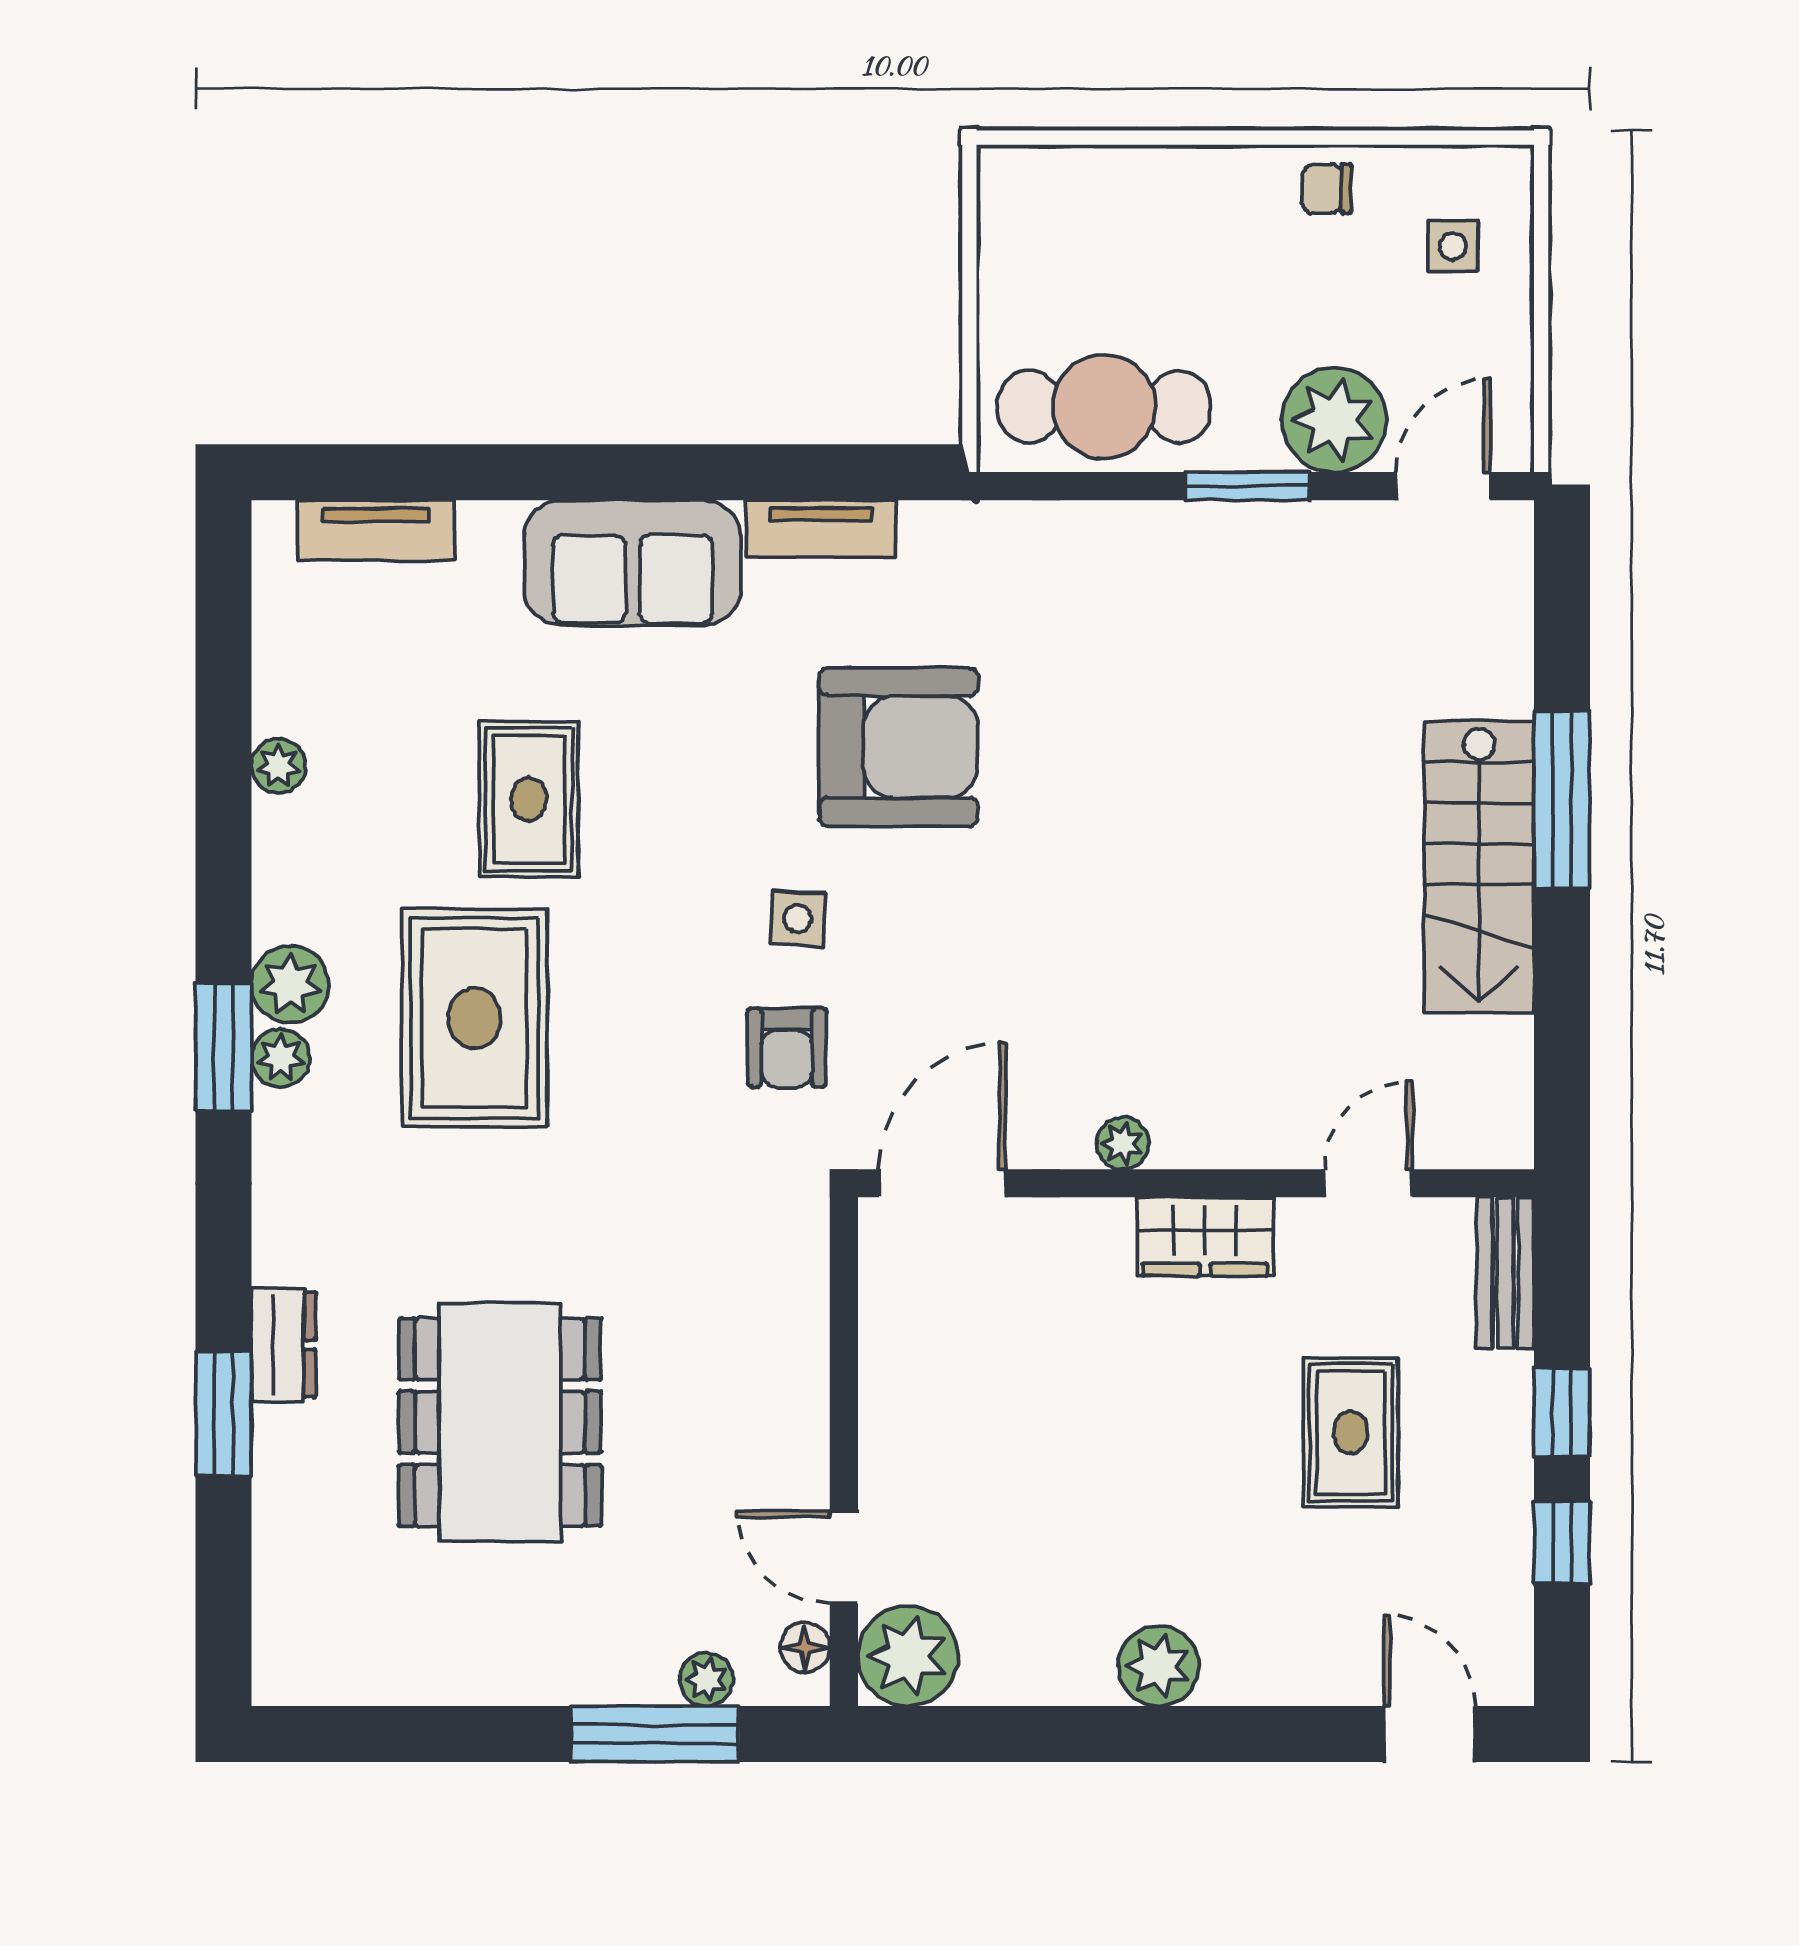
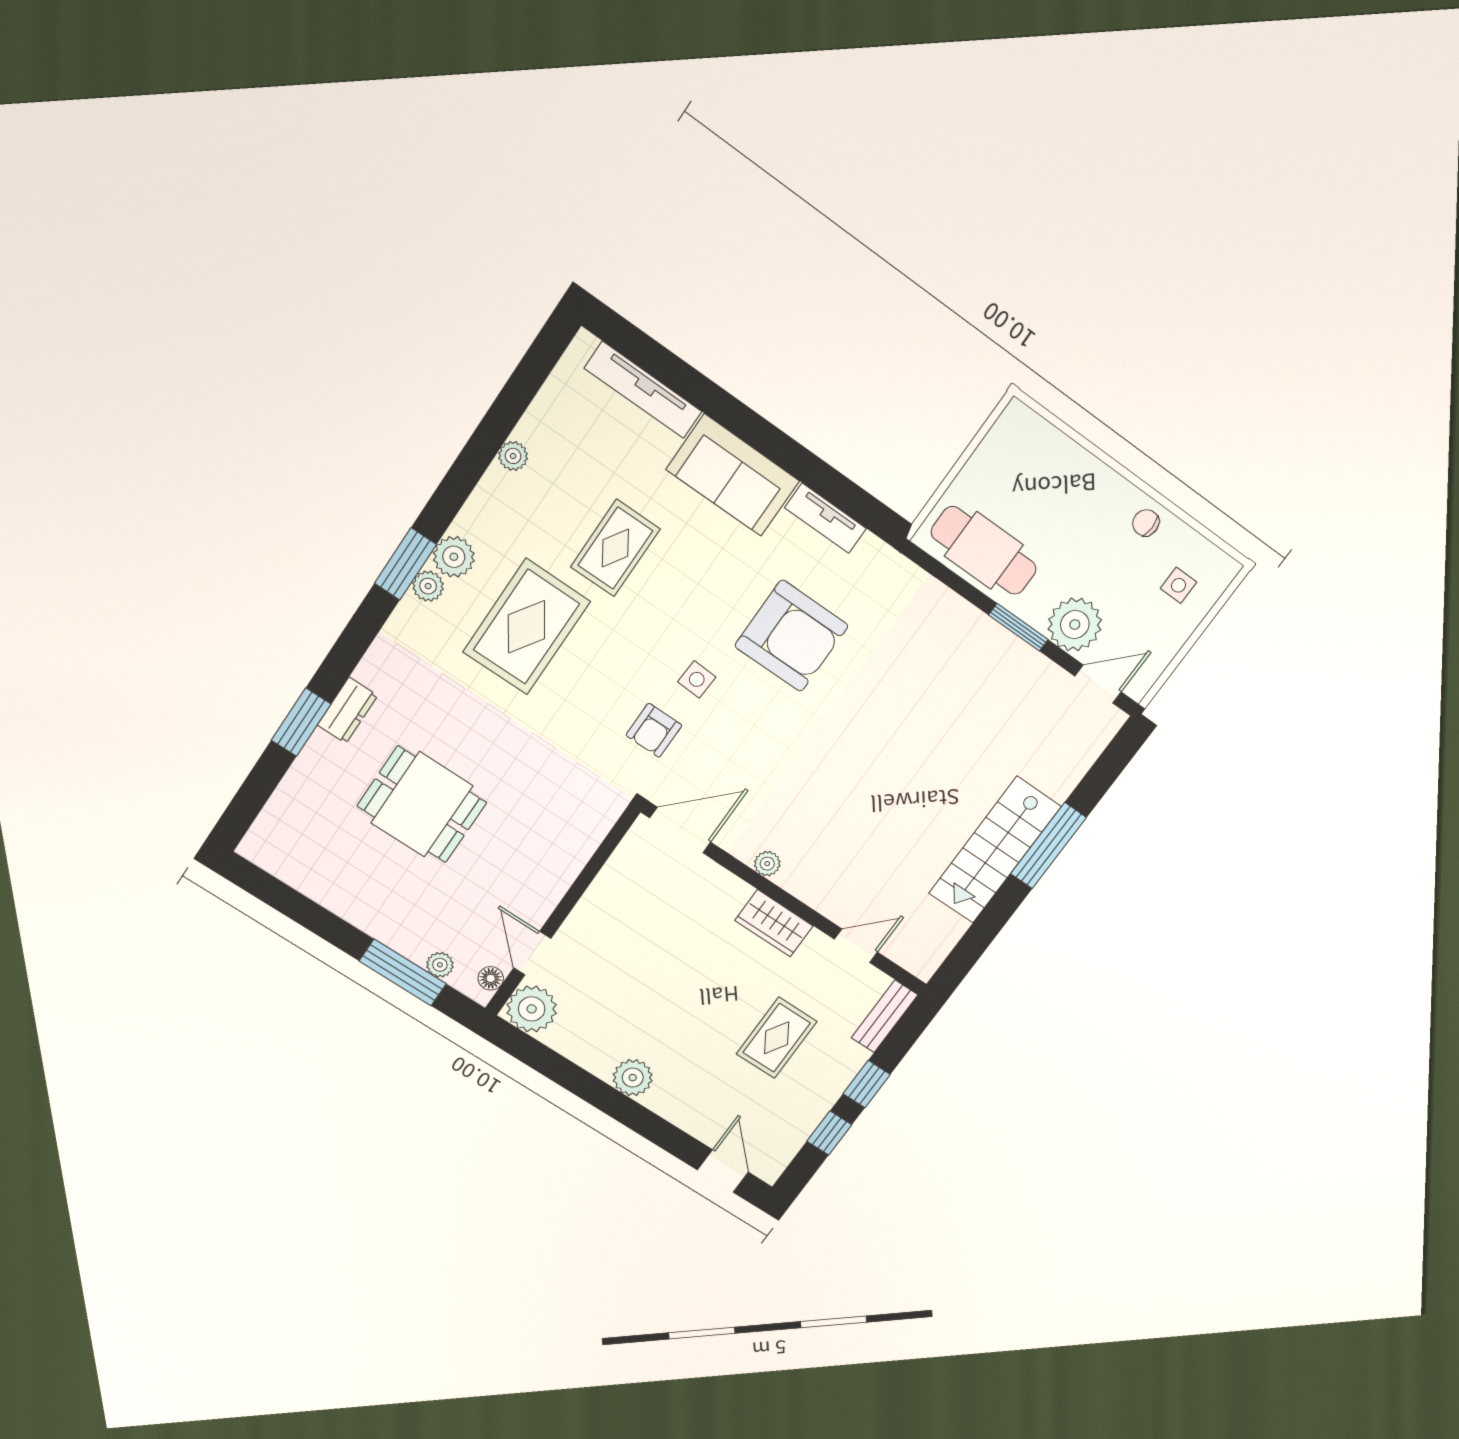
tv unit: (376, 530) -> (643, 390), width x1.41
dining table: (500, 1422) -> (422, 804), width x0.73

